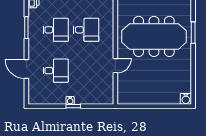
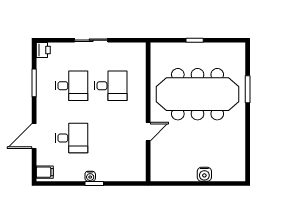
door: (26, 69) -> (34, 136), hinge flipped
filing cabinet: (35, 97) -> (45, 172), added
water cooler: (186, 99) -> (204, 174), moved

